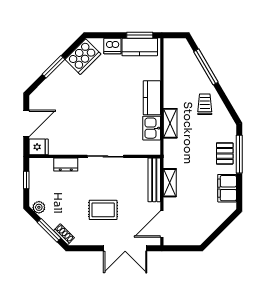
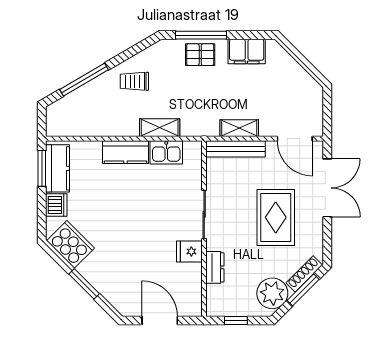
fridge: (39, 147) -> (189, 251), moved, turned -90
plant: (39, 207) -> (272, 293), width x1.88, depth x1.88
rug: (103, 210) -> (276, 217), width x1.36, depth x1.43
shoe rack: (64, 234) -> (304, 274), width x1.43

